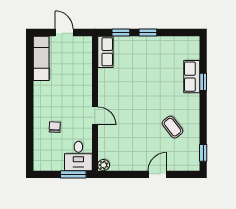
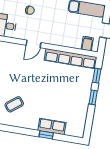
filing cabinet: (84, 50) -> (87, 44), added
row of seats: (105, 52) -> (71, 59), width x2.02

